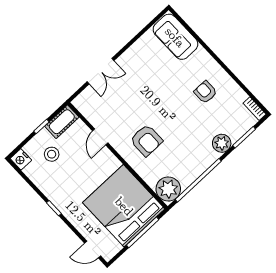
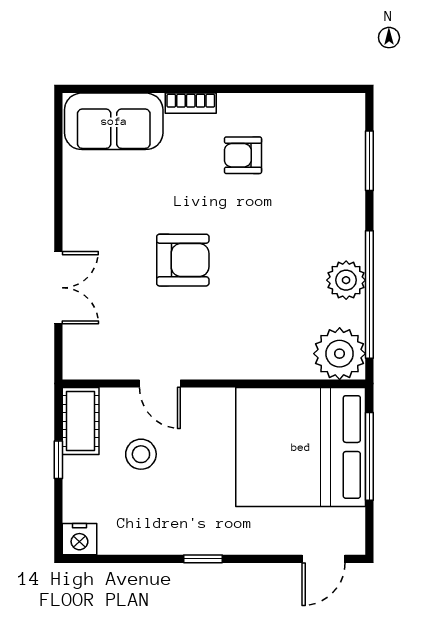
bookcase: (255, 109) -> (191, 103), moved
armchair: (146, 140) -> (183, 260), moved
plant: (222, 143) -> (346, 280), moved
stool: (52, 154) -> (141, 454), moved

